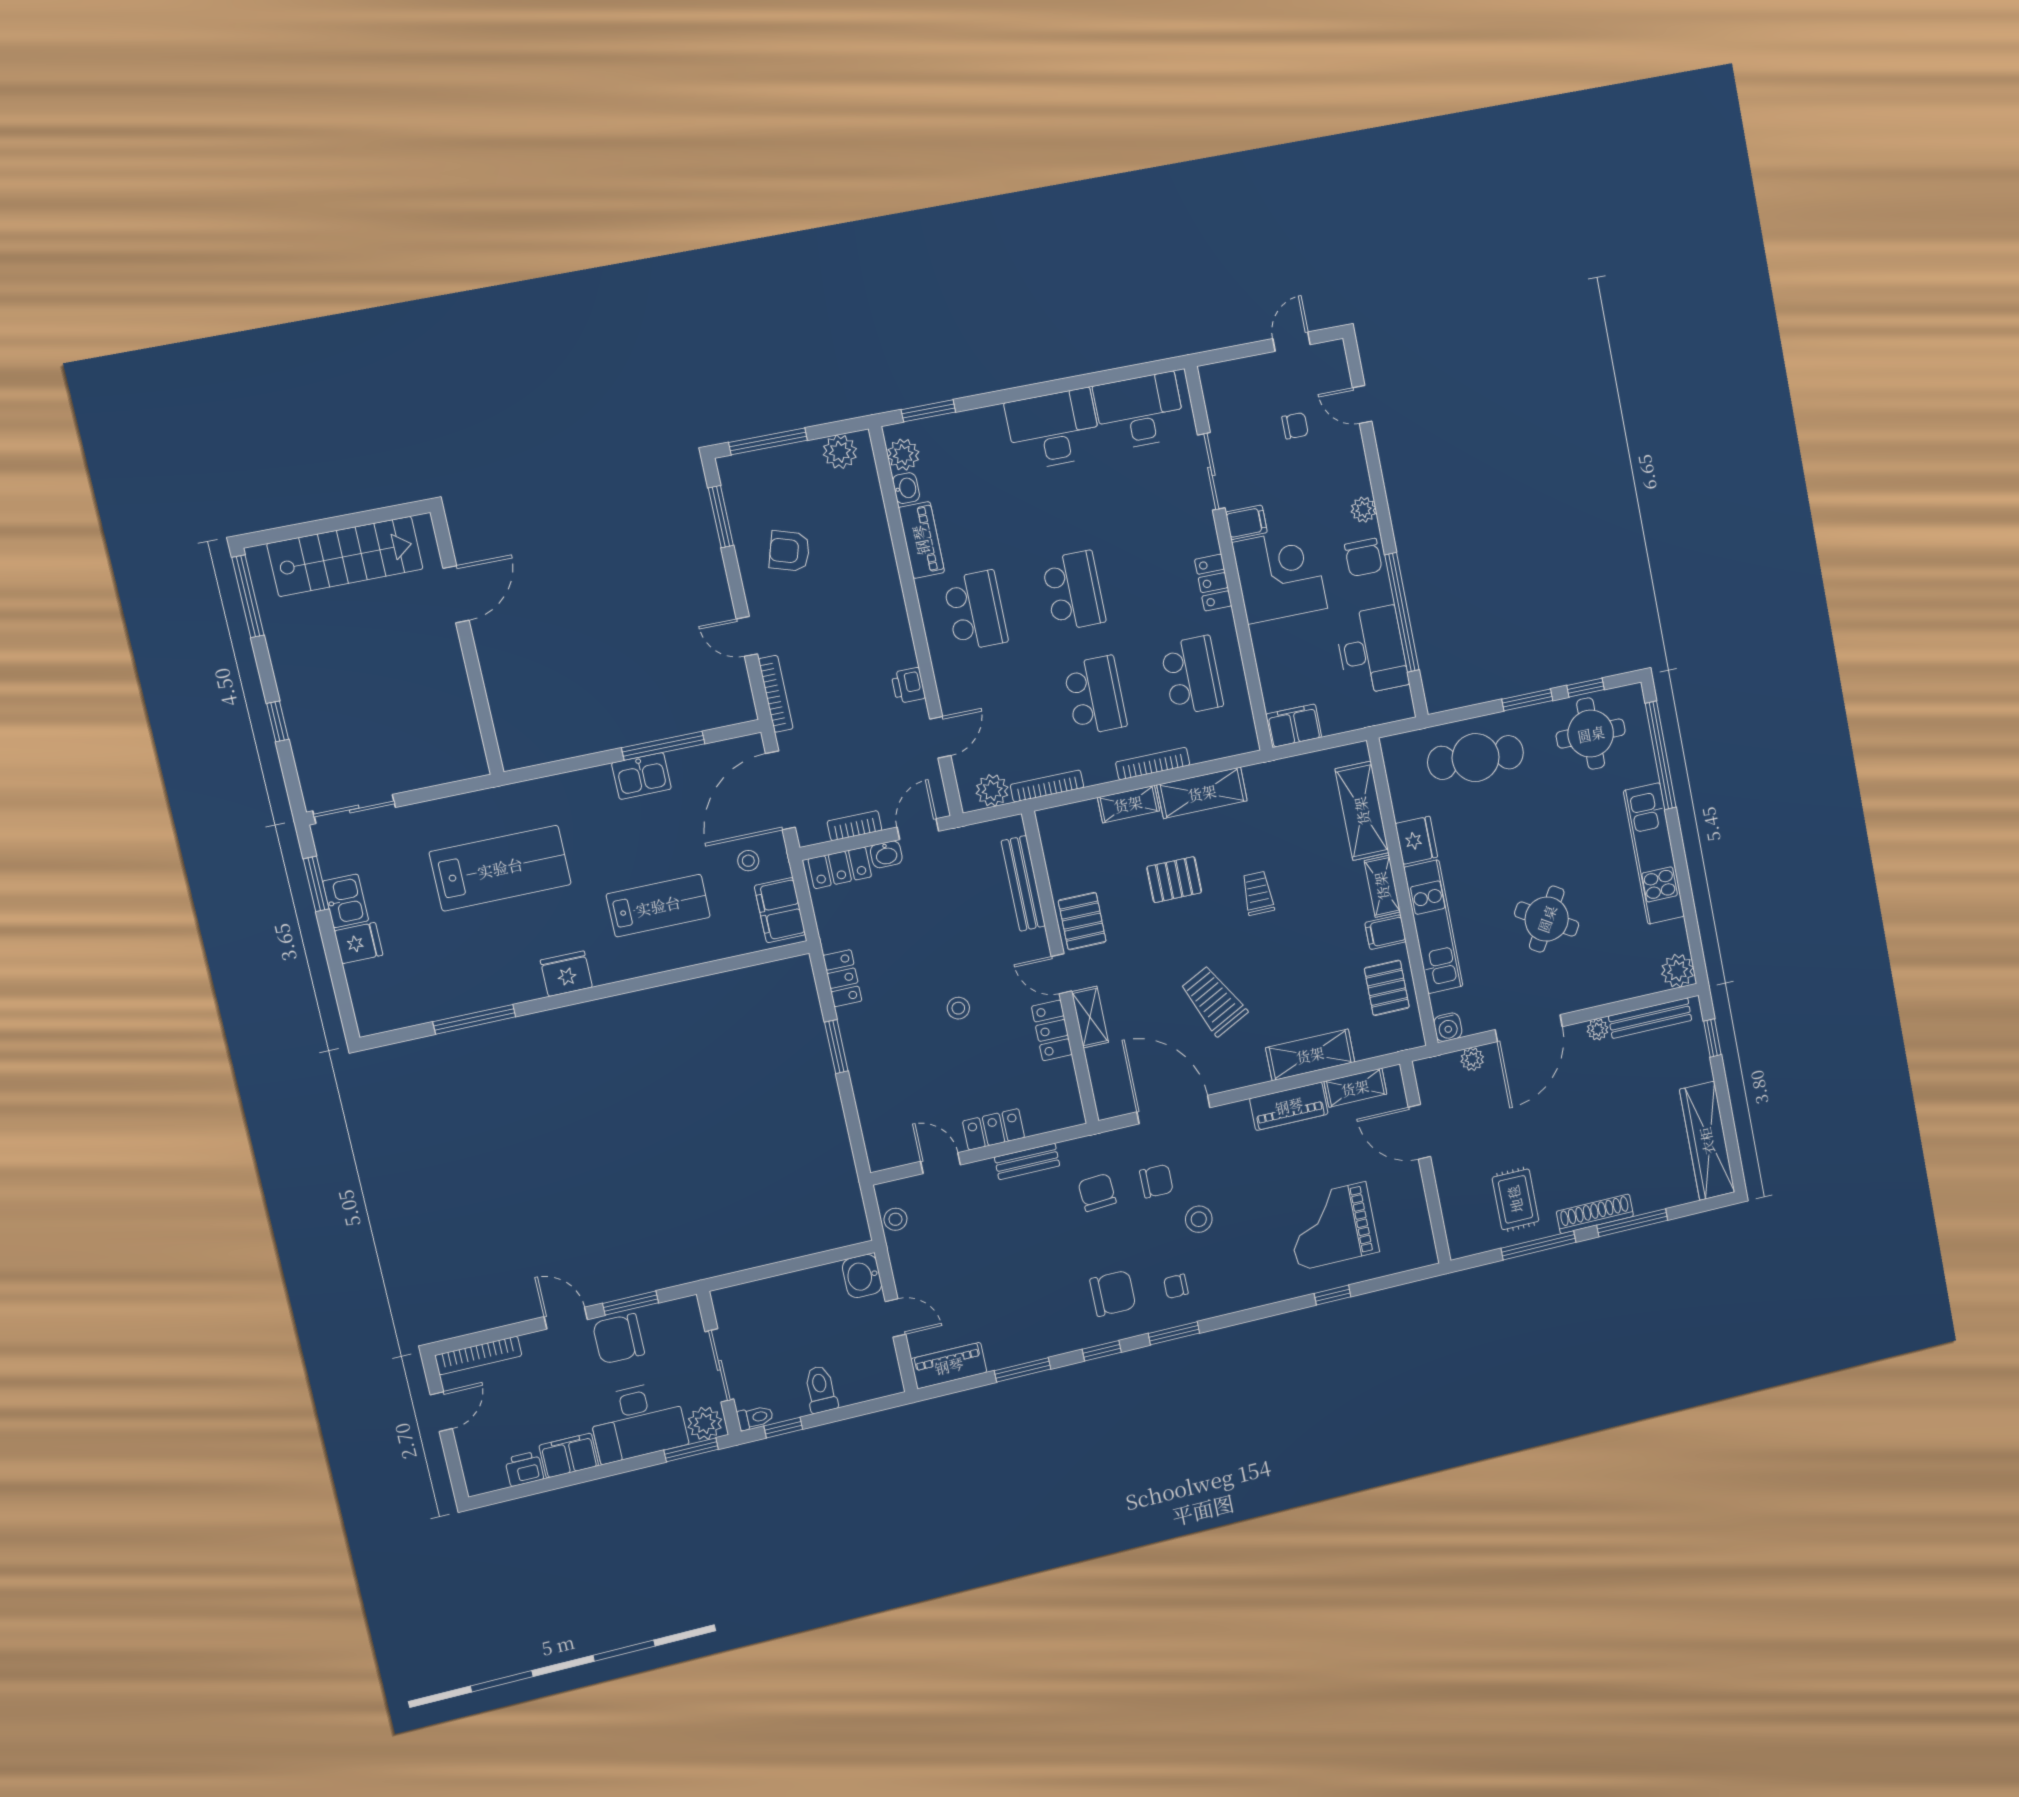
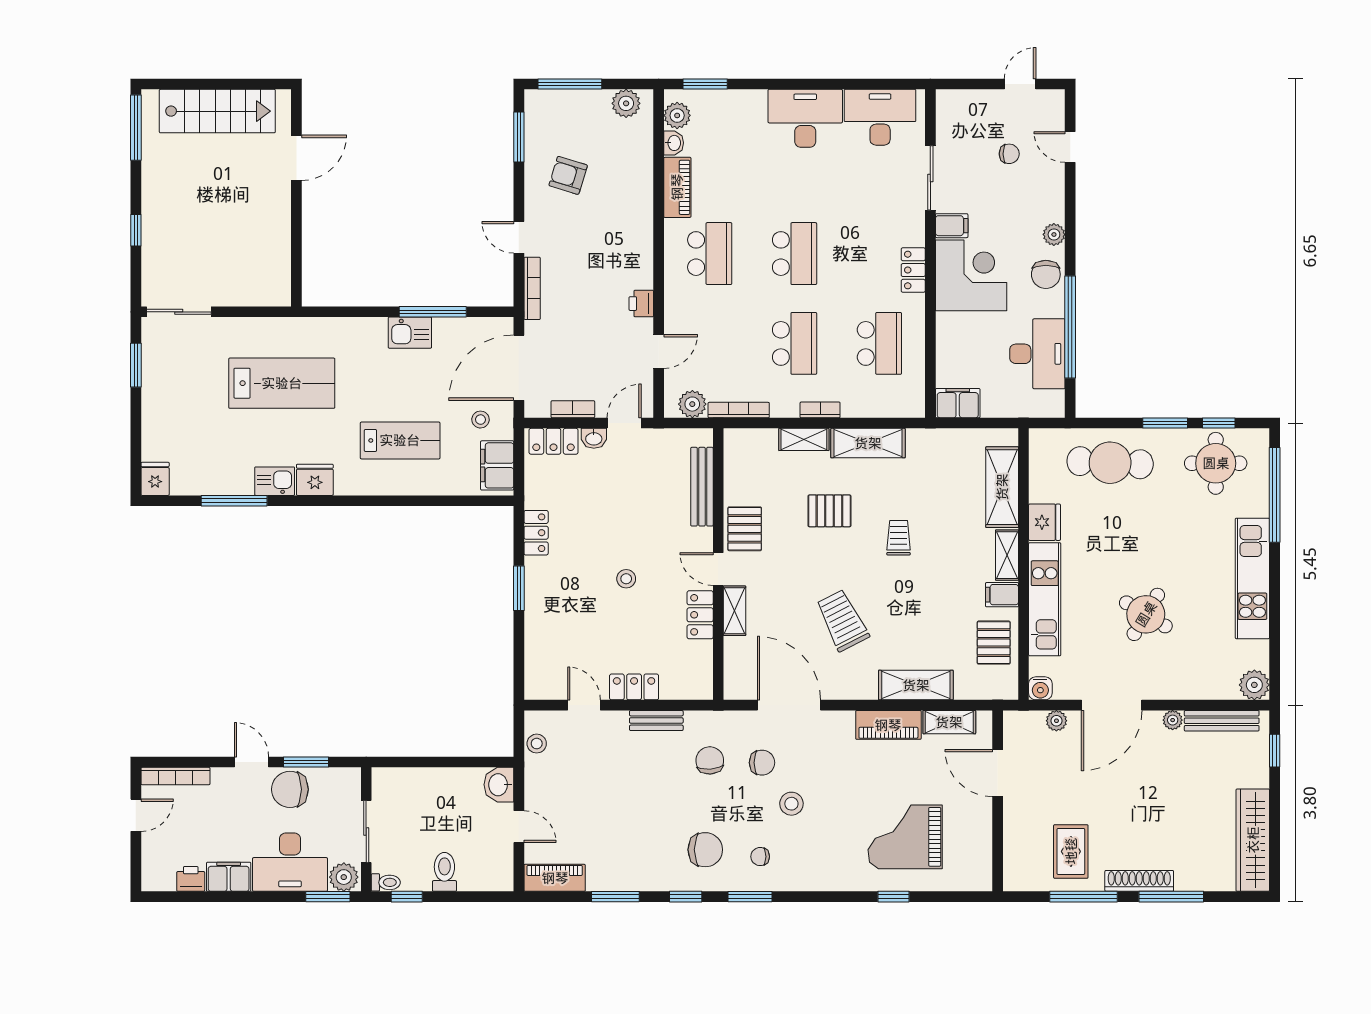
bookcase: (1153, 764) -> (820, 410), width x0.64
kitchen sink: (346, 901) -> (275, 481), moved, turned -90
fridge: (359, 943) -> (155, 479), moved, turned -90

